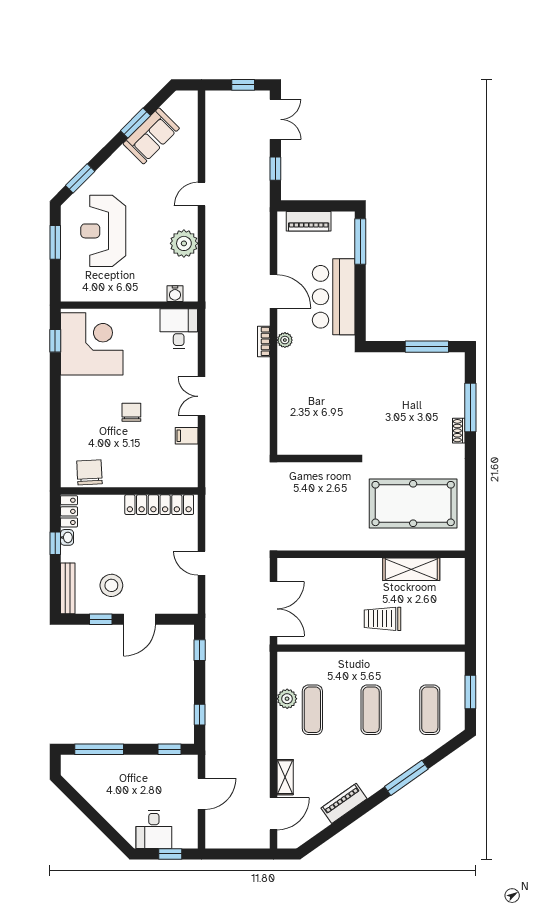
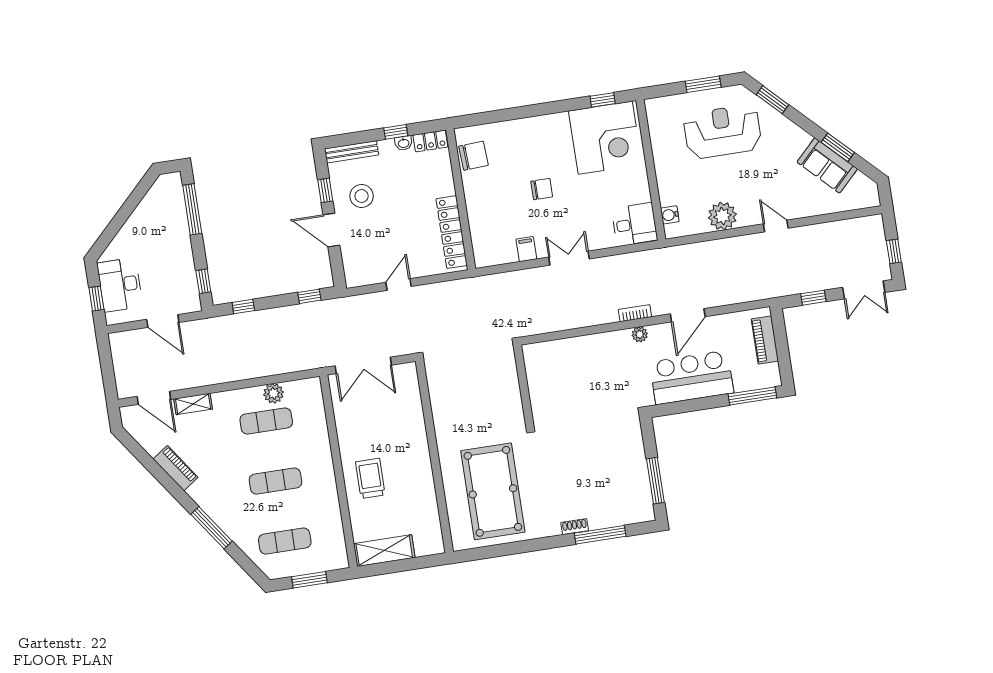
shelving: (411, 569) -> (384, 551), moved, turned 90
desk: (154, 829) -> (120, 285), width x1.37

